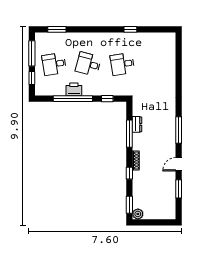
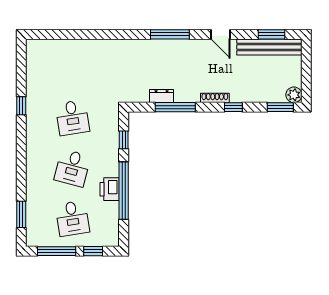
window: (179, 189) -> (272, 34), moved
bench: (170, 197) -> (269, 47), added

